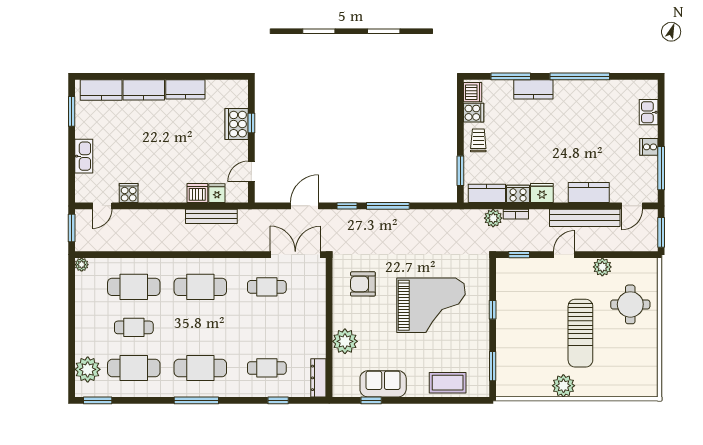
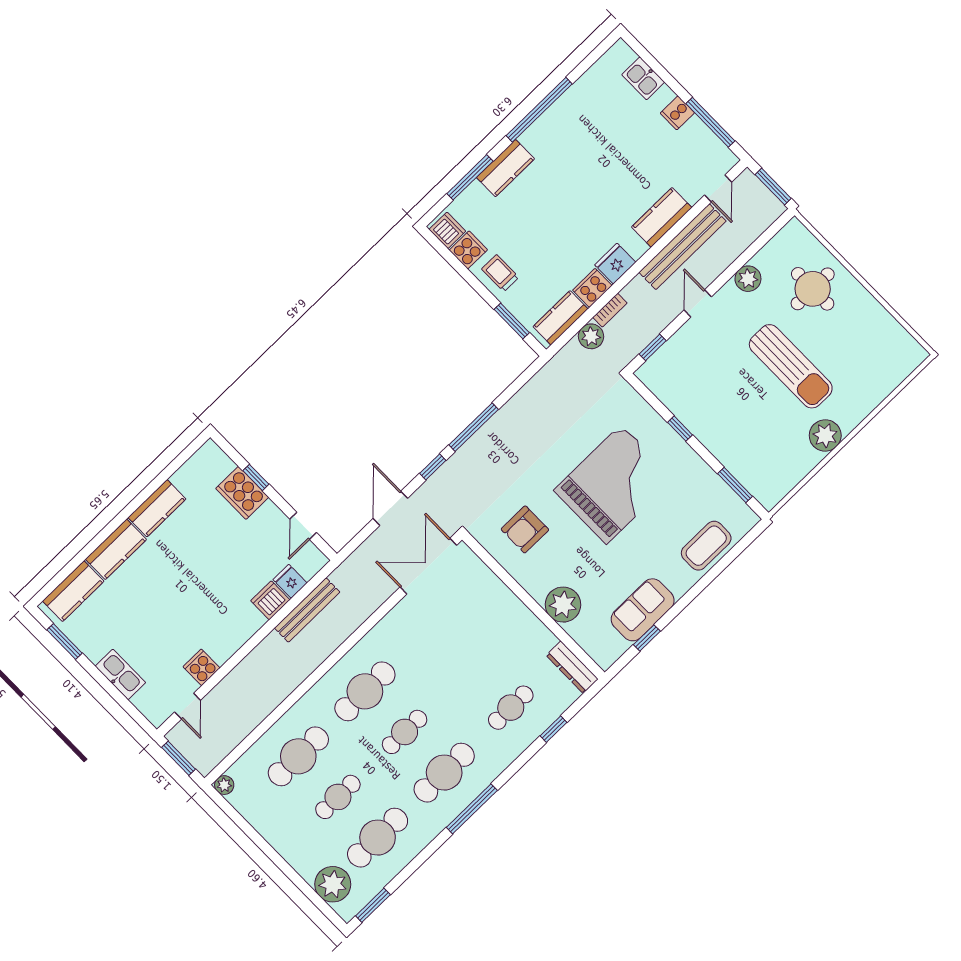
cafe table: (267, 287) -> (405, 732), moved

